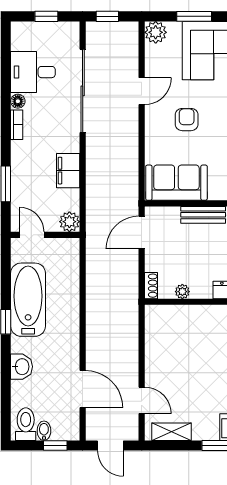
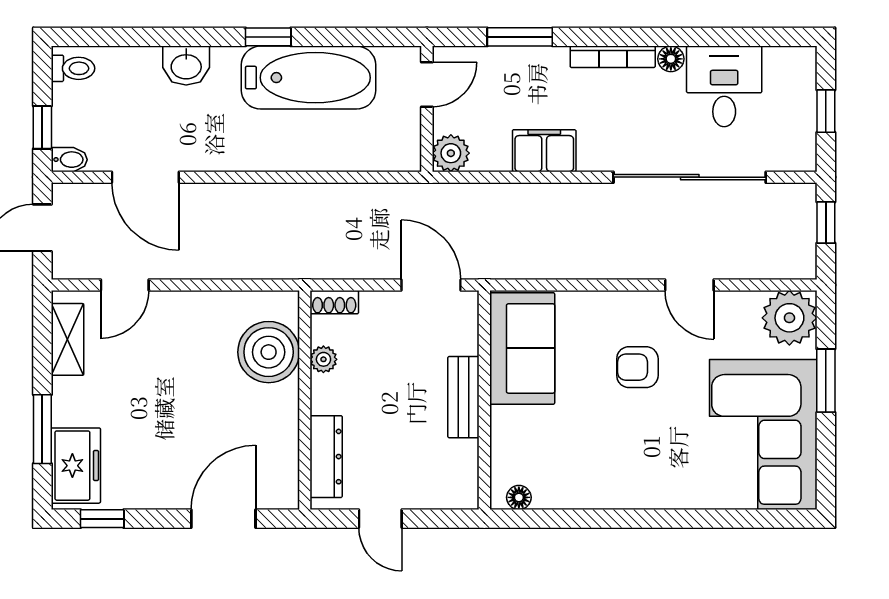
plant: (156, 32) -> (789, 318), width x1.36, depth x1.36
armchair: (187, 120) -> (637, 367), turned 180
bookcase: (17, 125) -> (613, 57), width x1.56
boiler: (178, 322) -> (269, 352), added
door: (83, 389) -> (145, 177), hinge flipped
toilet: (26, 424) -> (73, 68), width x0.73, depth x0.72
bidet: (44, 431) -> (69, 160), moved

